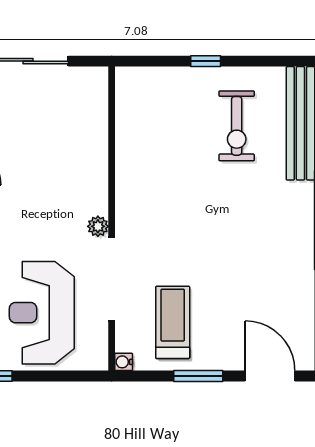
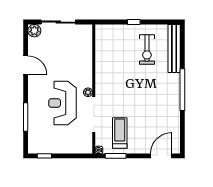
reception desk: (42, 313) -> (62, 103), moved
window: (198, 376) -> (116, 156), moved
door: (270, 376) -> (161, 156), hinge flipped

